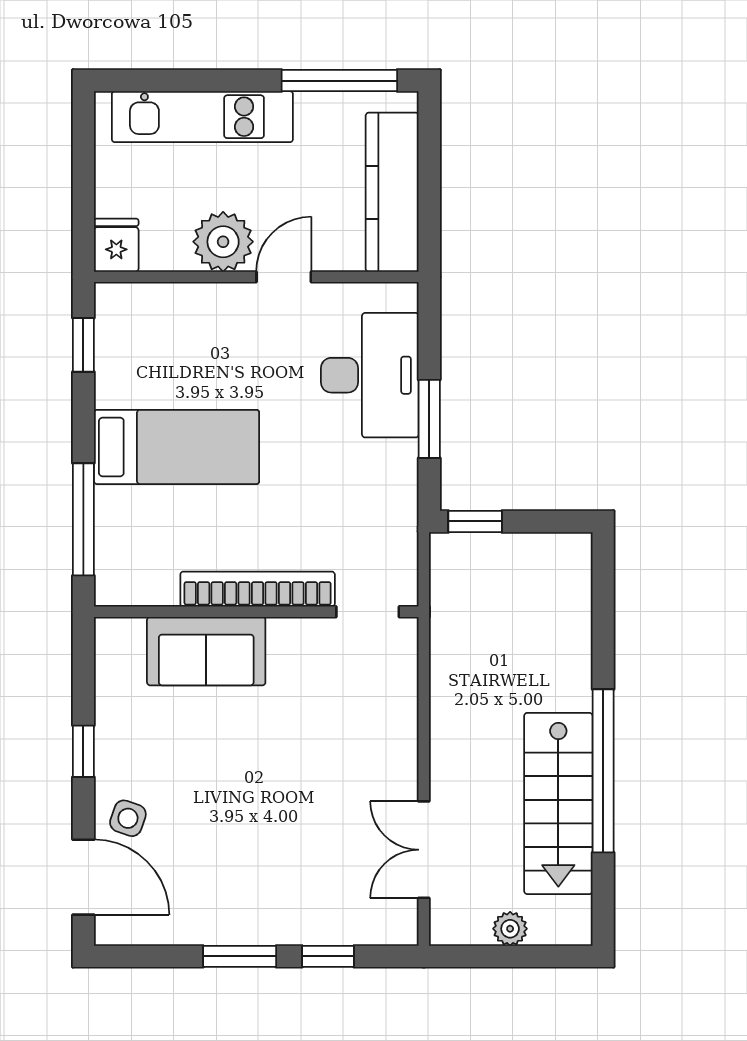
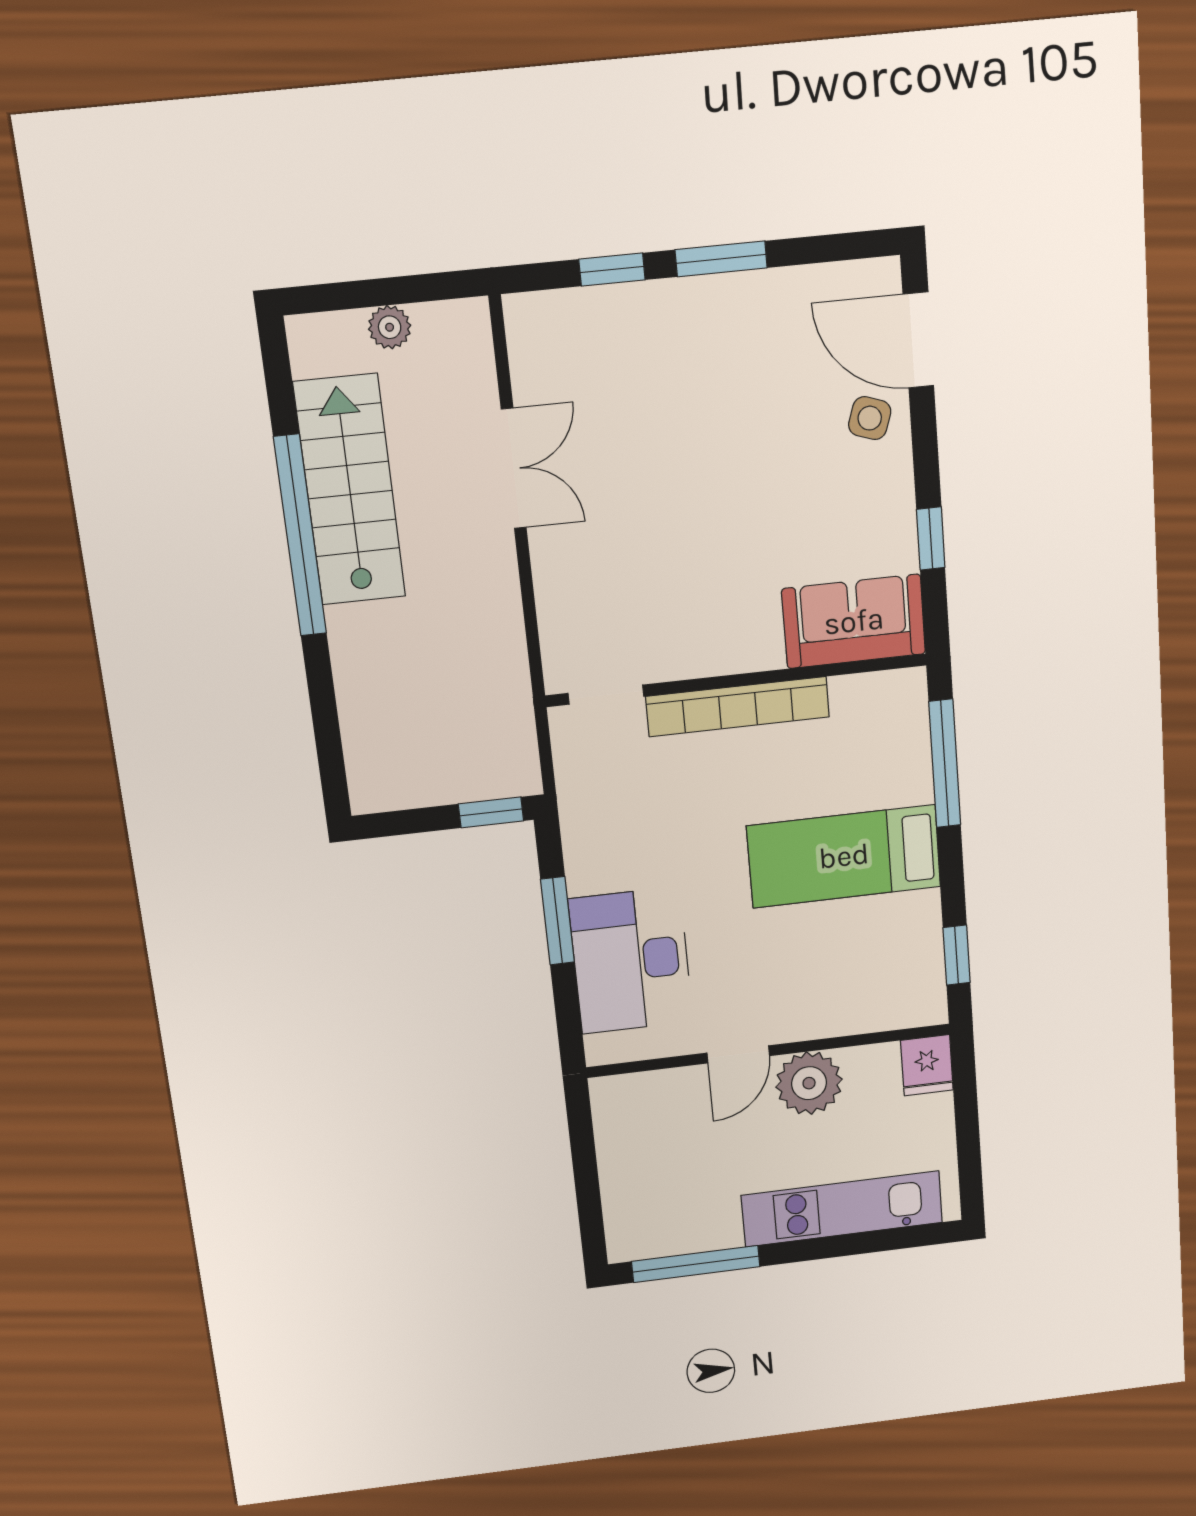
kitchen counter: (392, 192) -> (626, 1158), removed
sofa: (206, 651) -> (854, 621), moved
window: (83, 751) -> (931, 538), moved
double door: (424, 850) -> (514, 469), moved

